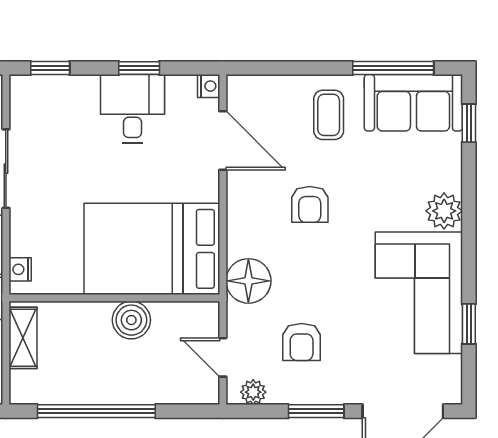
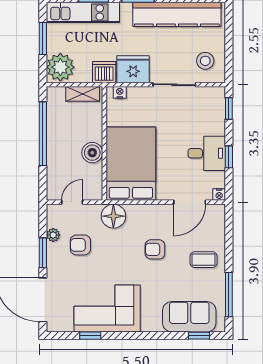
sofa: (413, 103) -> (189, 317), moved, turned 90
plant: (444, 211) -> (151, 322), removed
plant: (253, 392) -> (53, 235), moved

